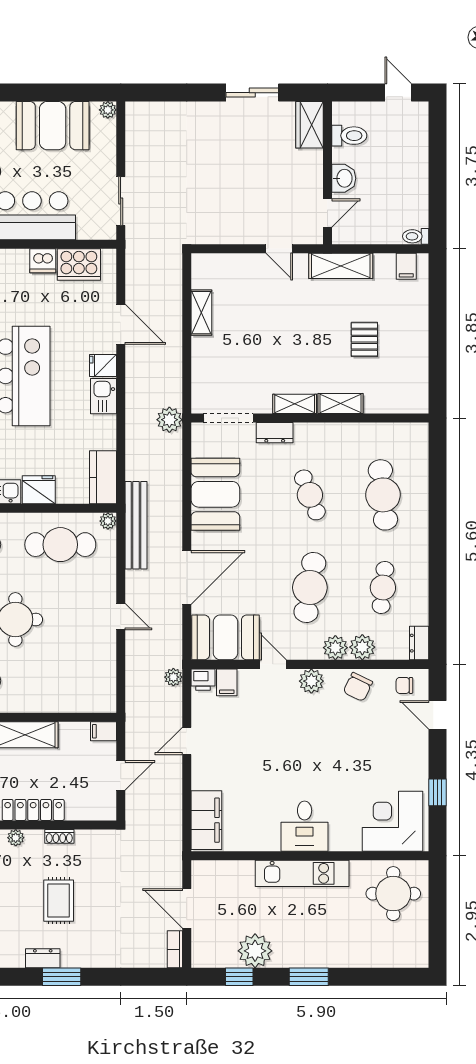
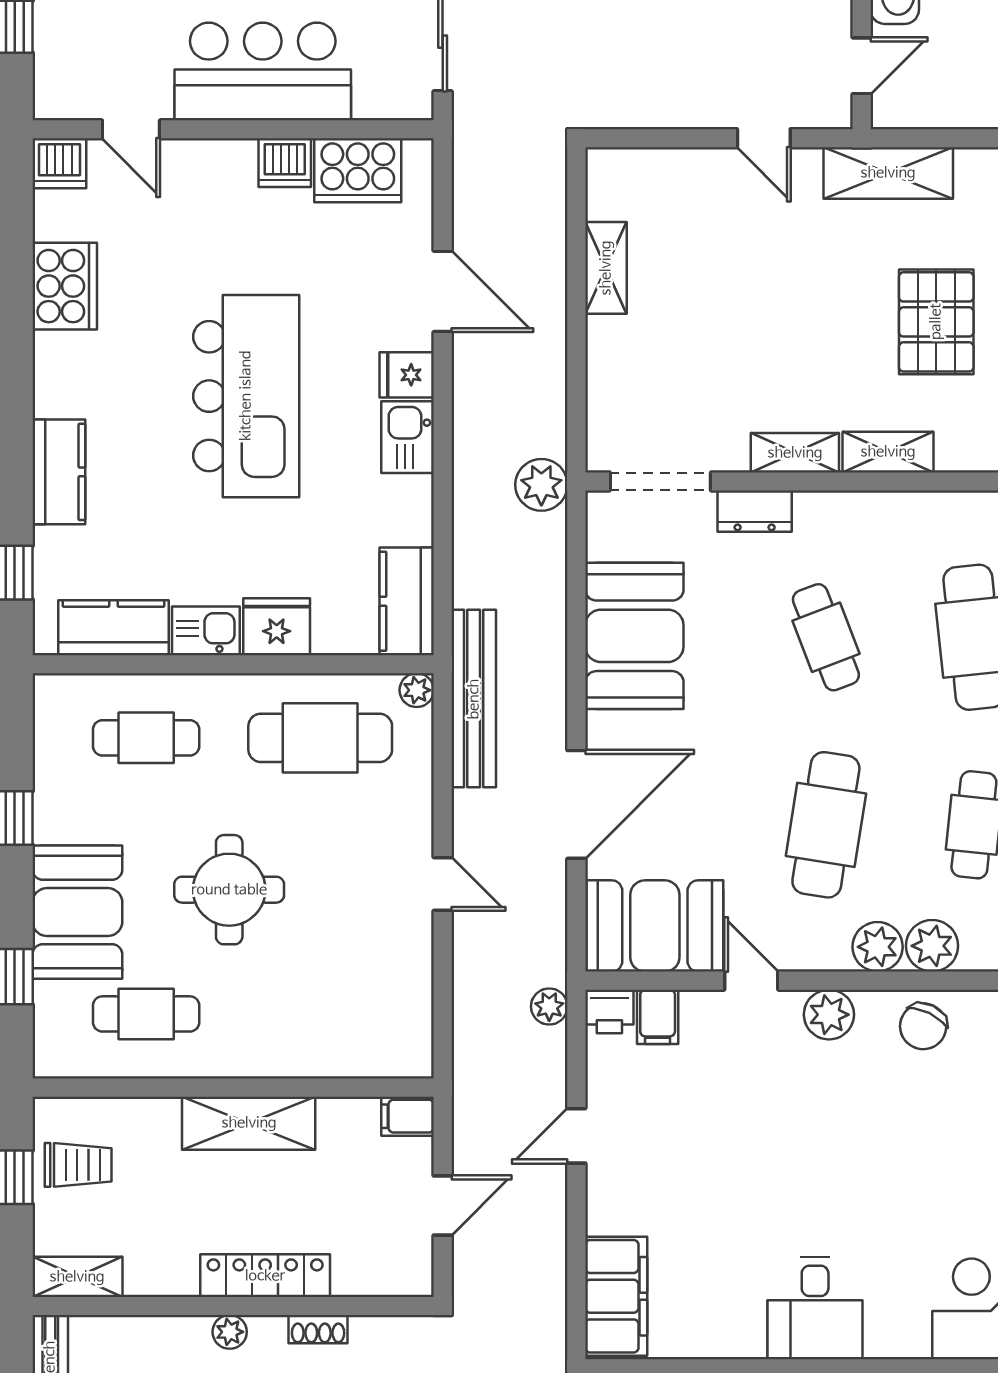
pallet: (364, 339) -> (936, 322), width x1.50, depth x1.42

